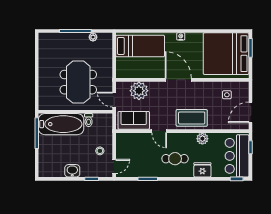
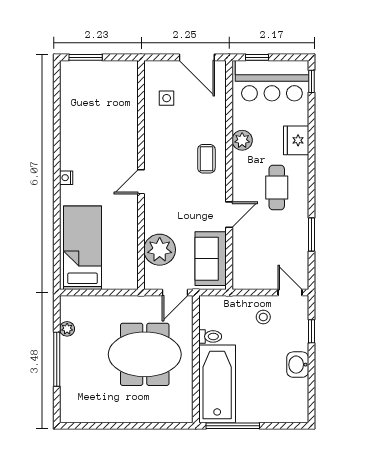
bed: (226, 54) -> (96, 99), removed
door: (178, 80) -> (141, 182), width x0.53
coffee table: (192, 118) -> (206, 159), width x0.54, depth x0.58

